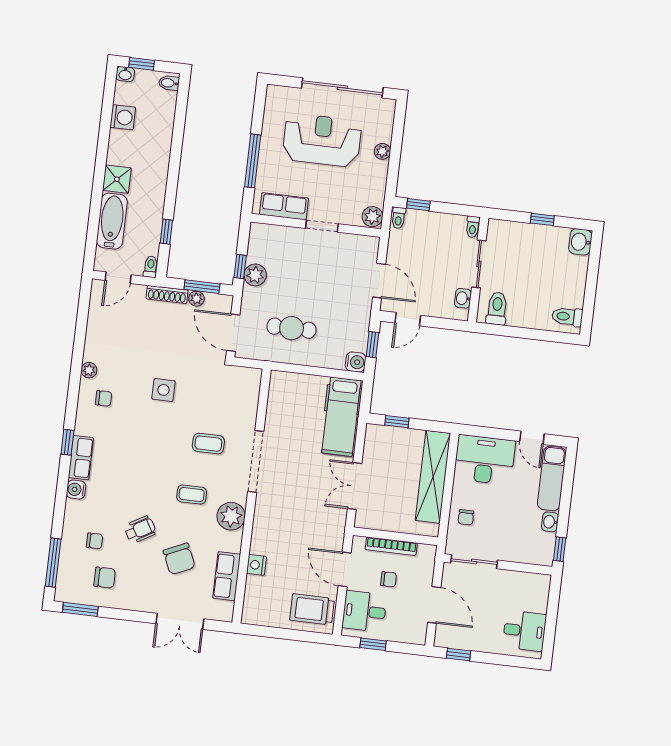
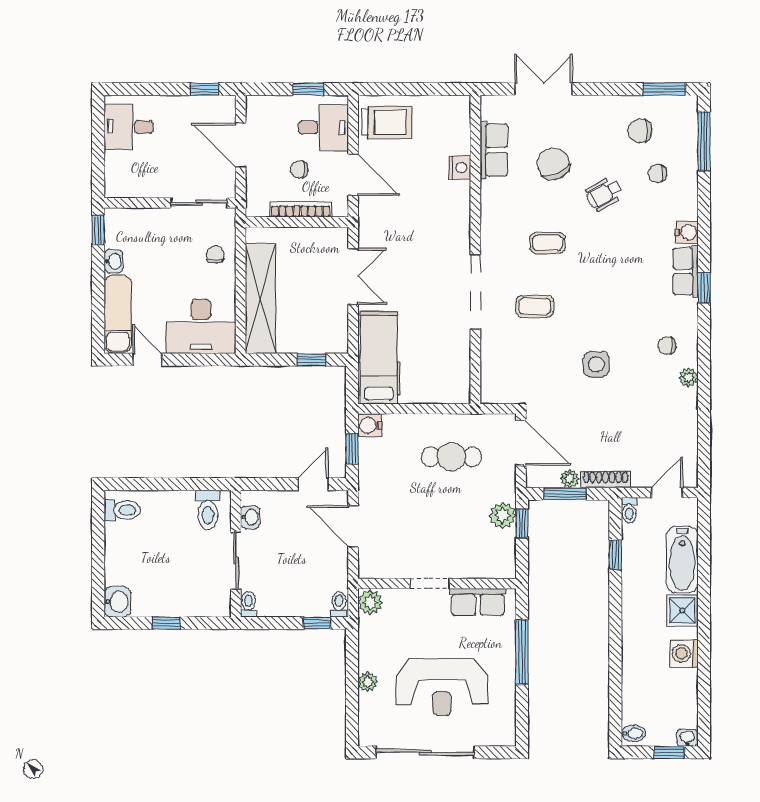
washing machine: (123, 117) -> (684, 654), moved
plant: (231, 516) -> (497, 223), removed

